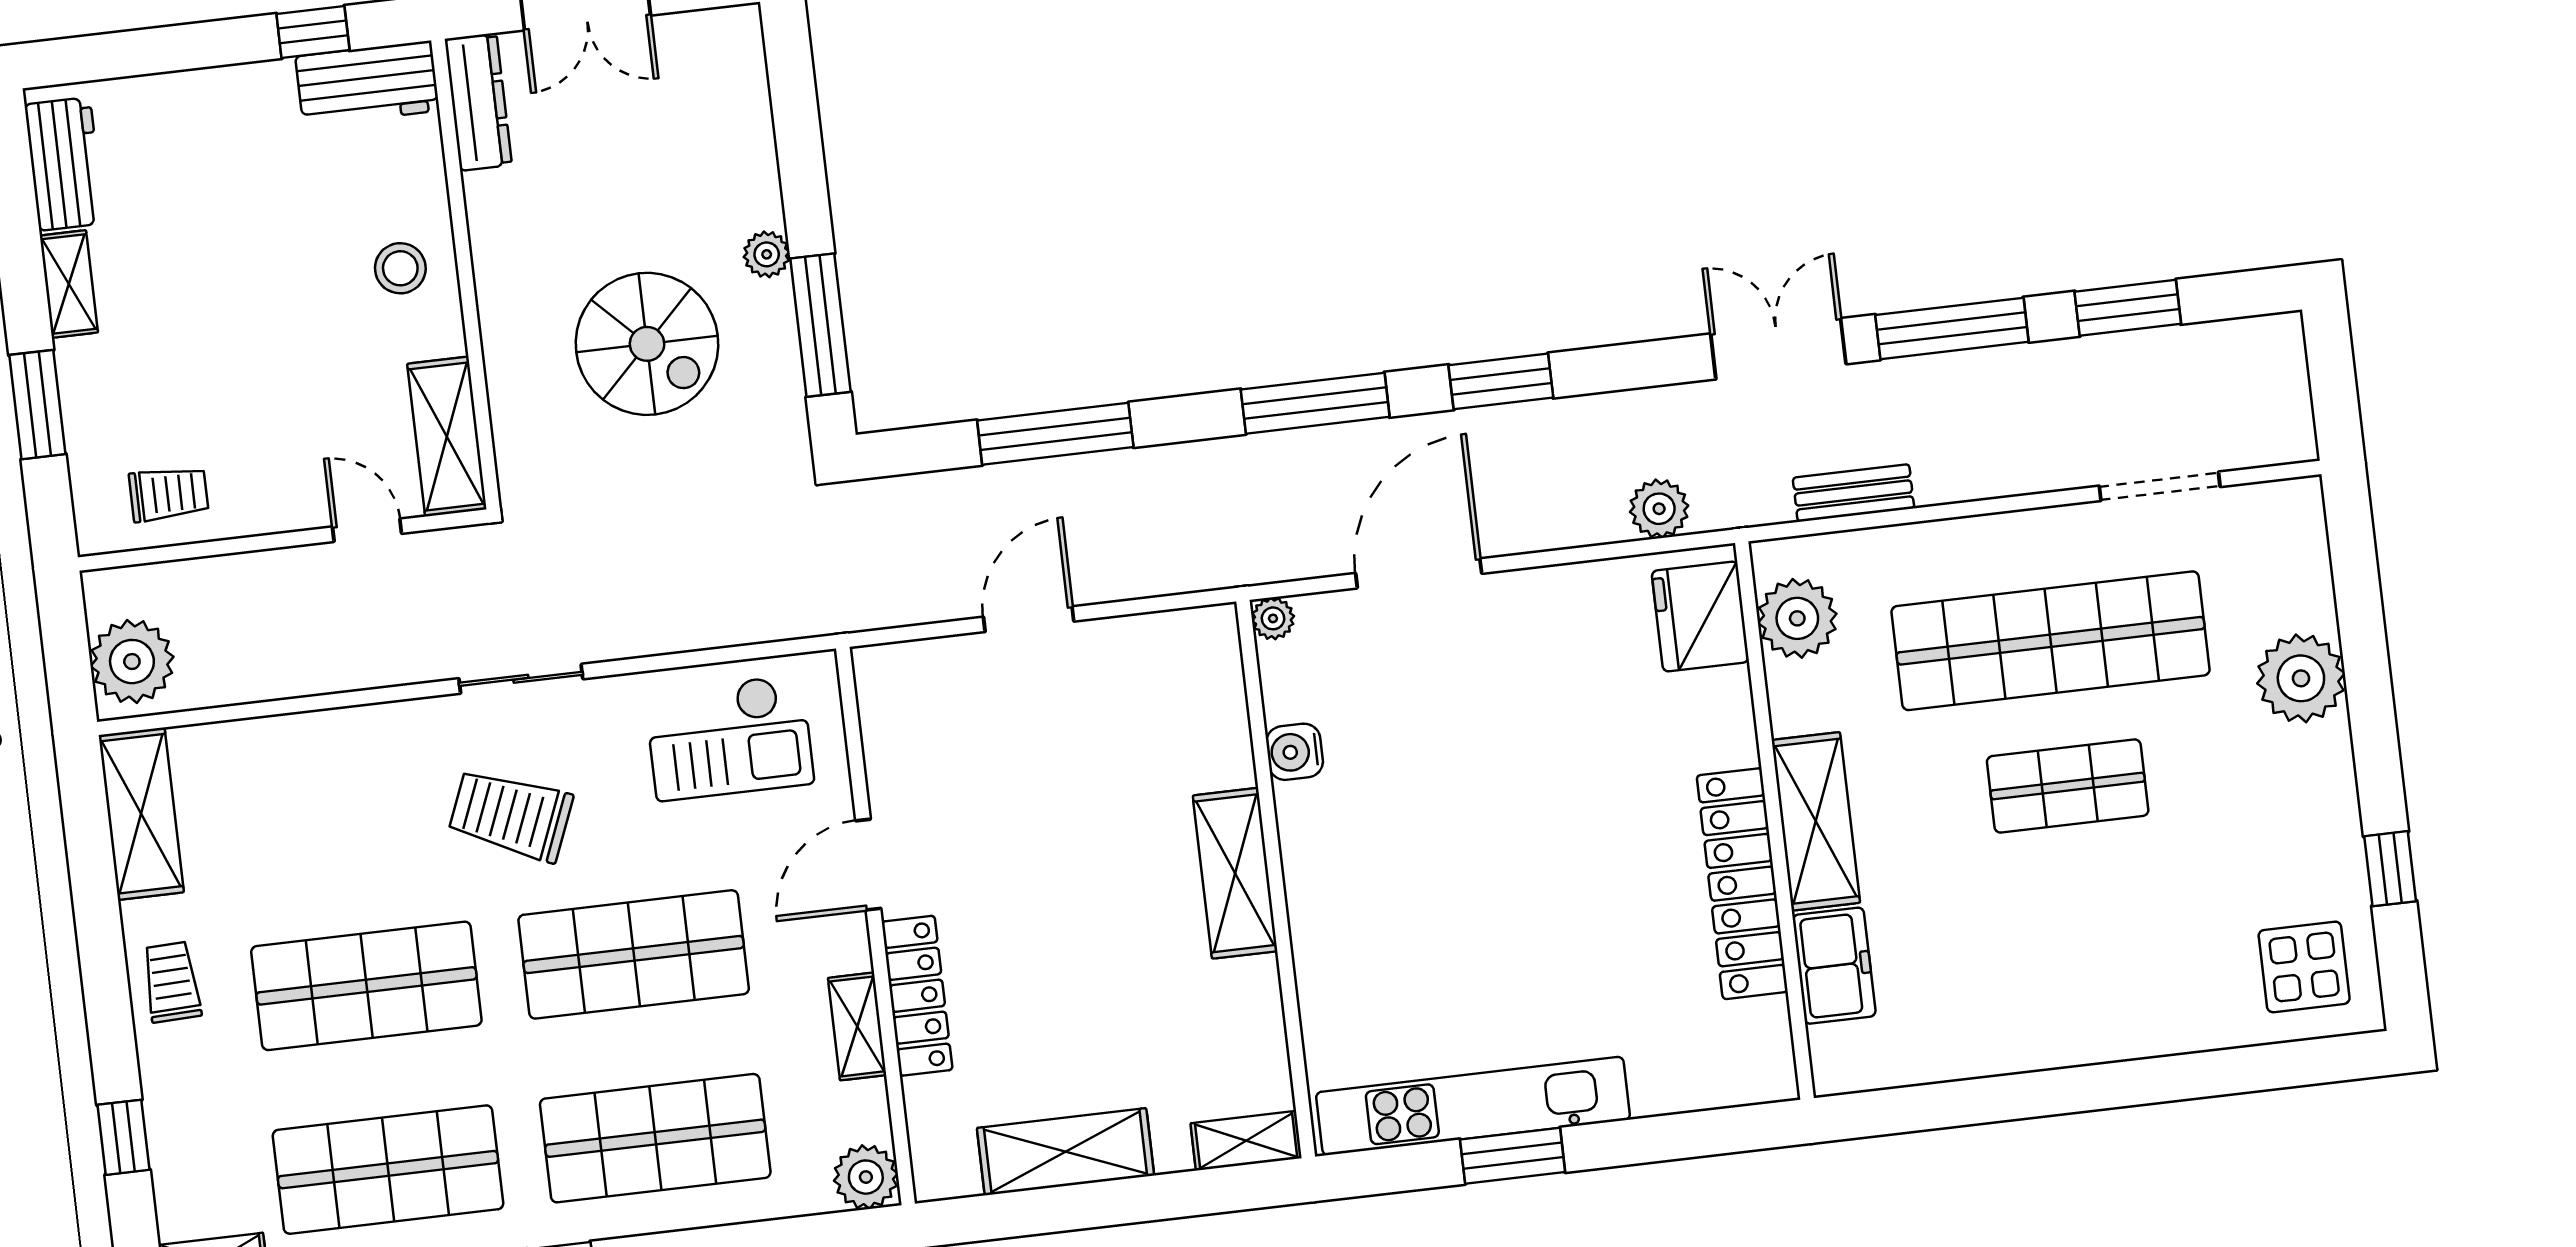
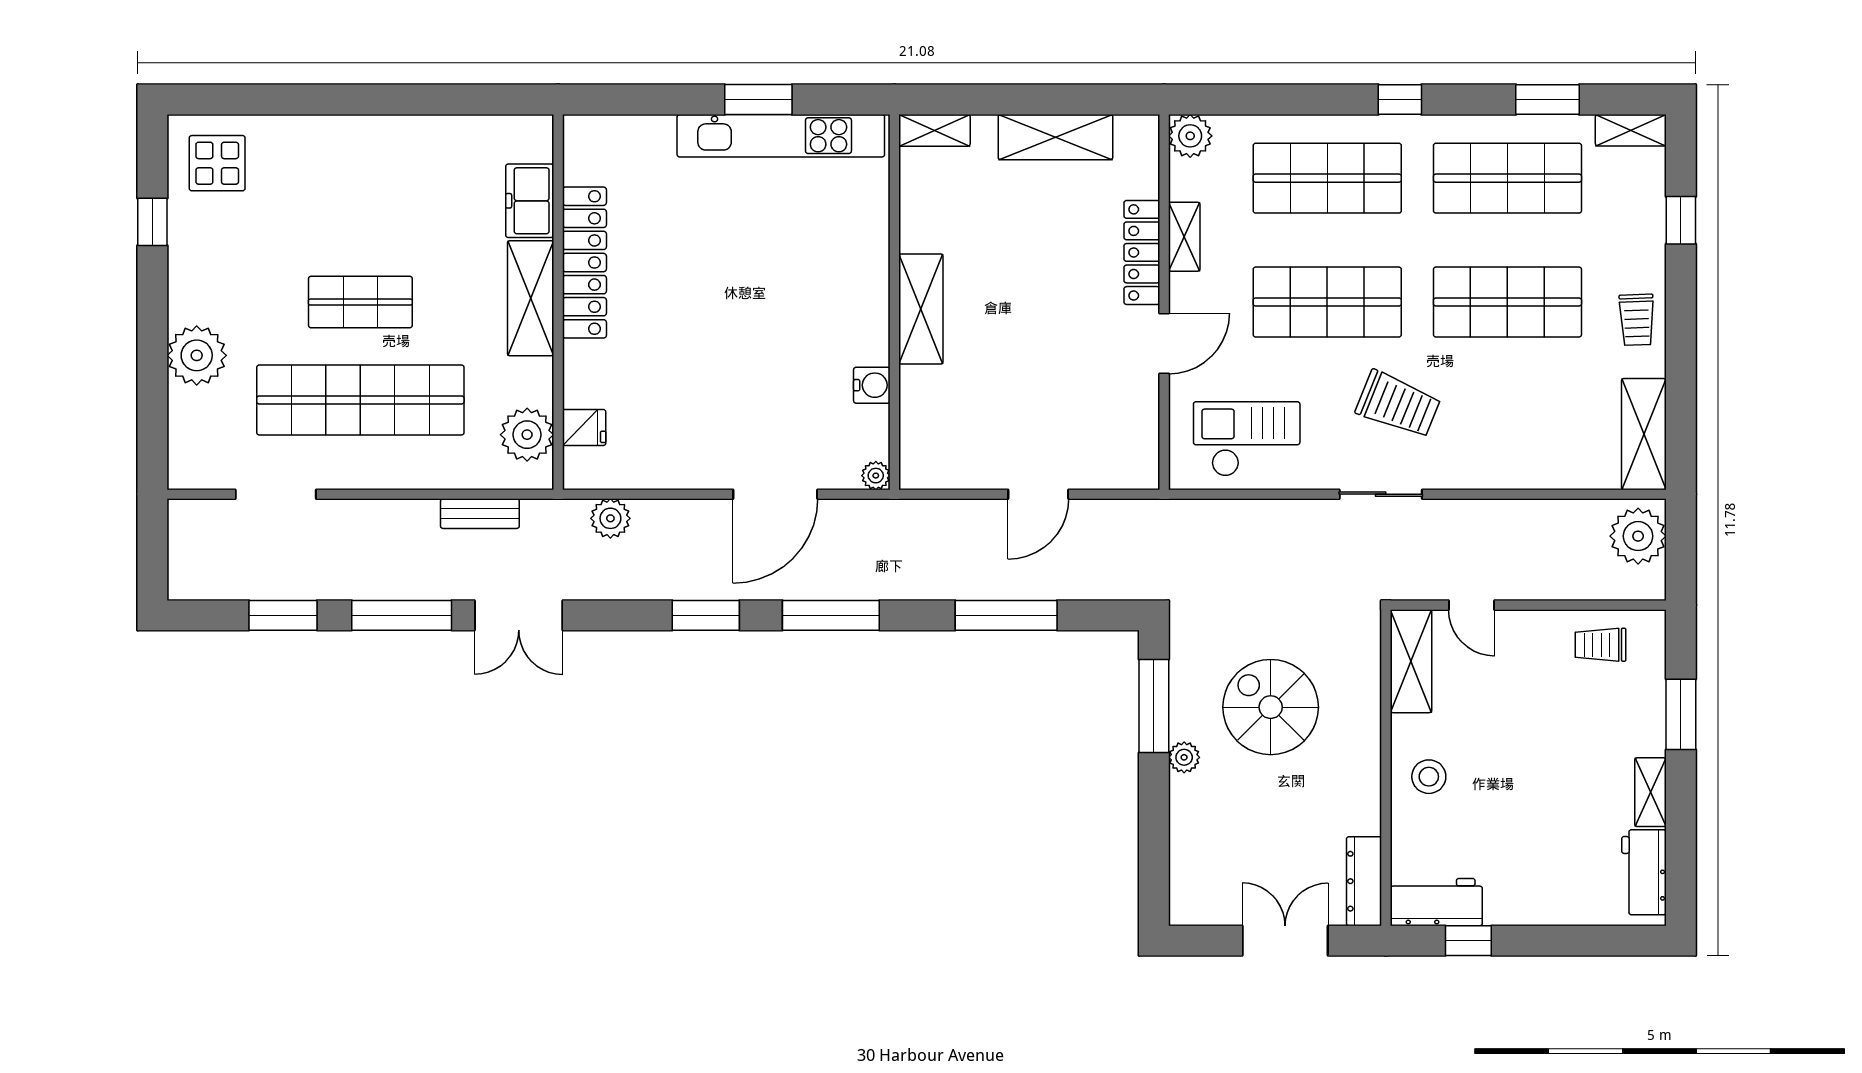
fridge: (1700, 616) -> (584, 427), width x0.53, depth x0.75

